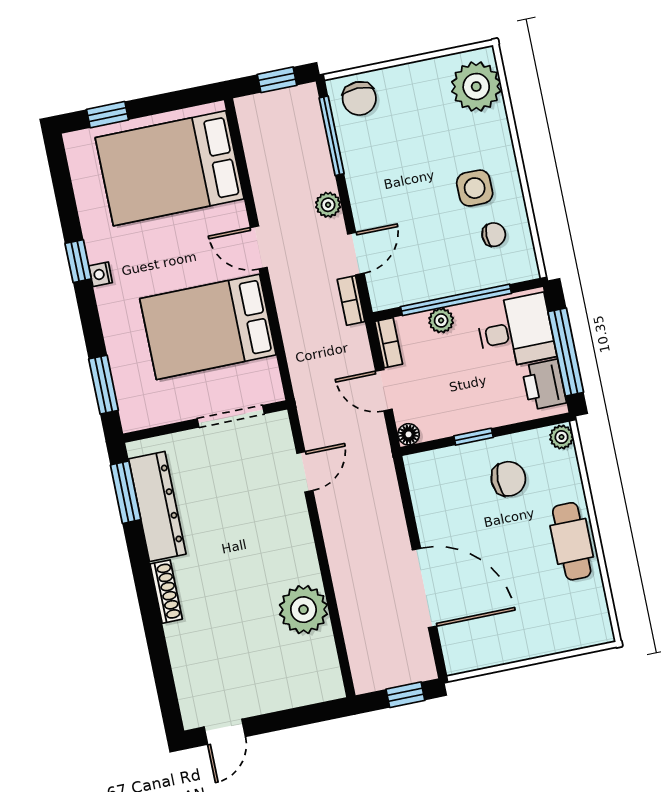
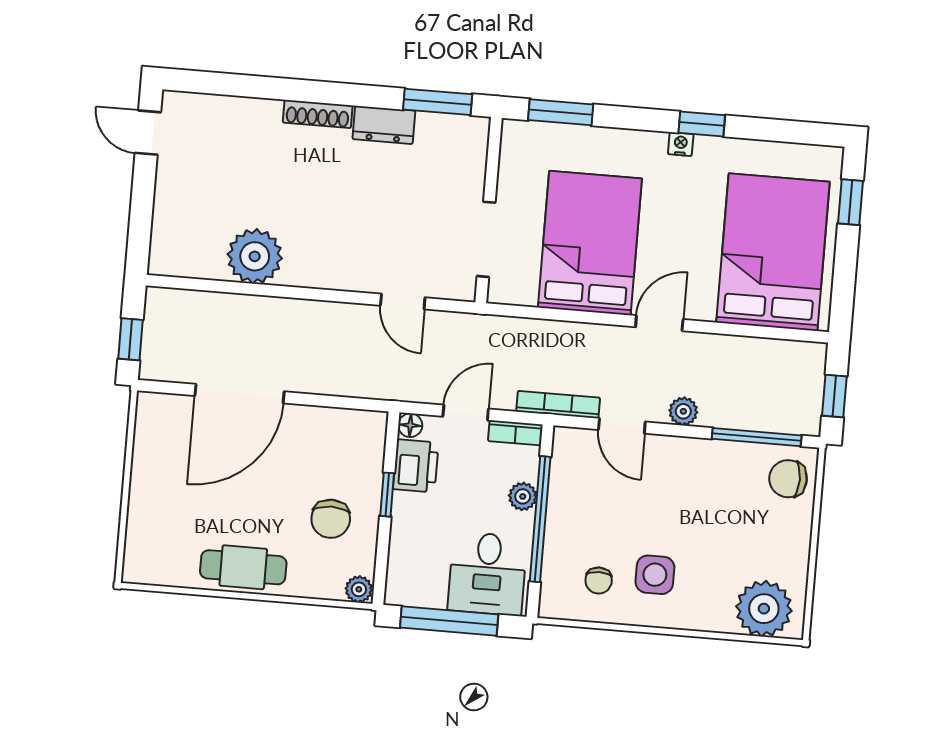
bookcase: (351, 301) -> (558, 405), width x1.56
printer: (544, 385) -> (416, 466), moved, turned 90
dresser: (157, 506) -> (384, 125), width x0.51, depth x0.80

